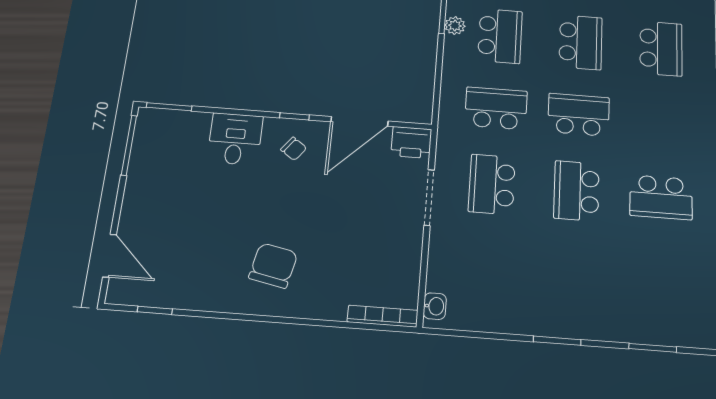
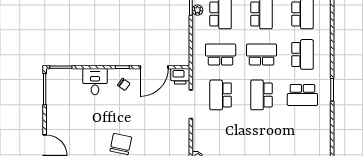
school desk: (661, 121) -> (302, 54), added

